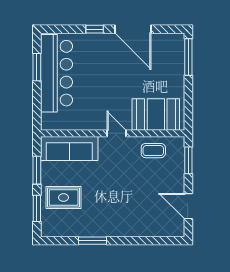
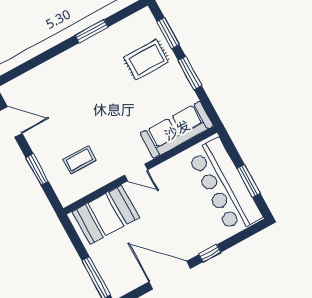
booth: (156, 115) -> (106, 215), moved
wall: (113, 133) -> (140, 170), moved
door: (117, 133) -> (136, 173), moved
sofa: (69, 149) -> (177, 130), moved

